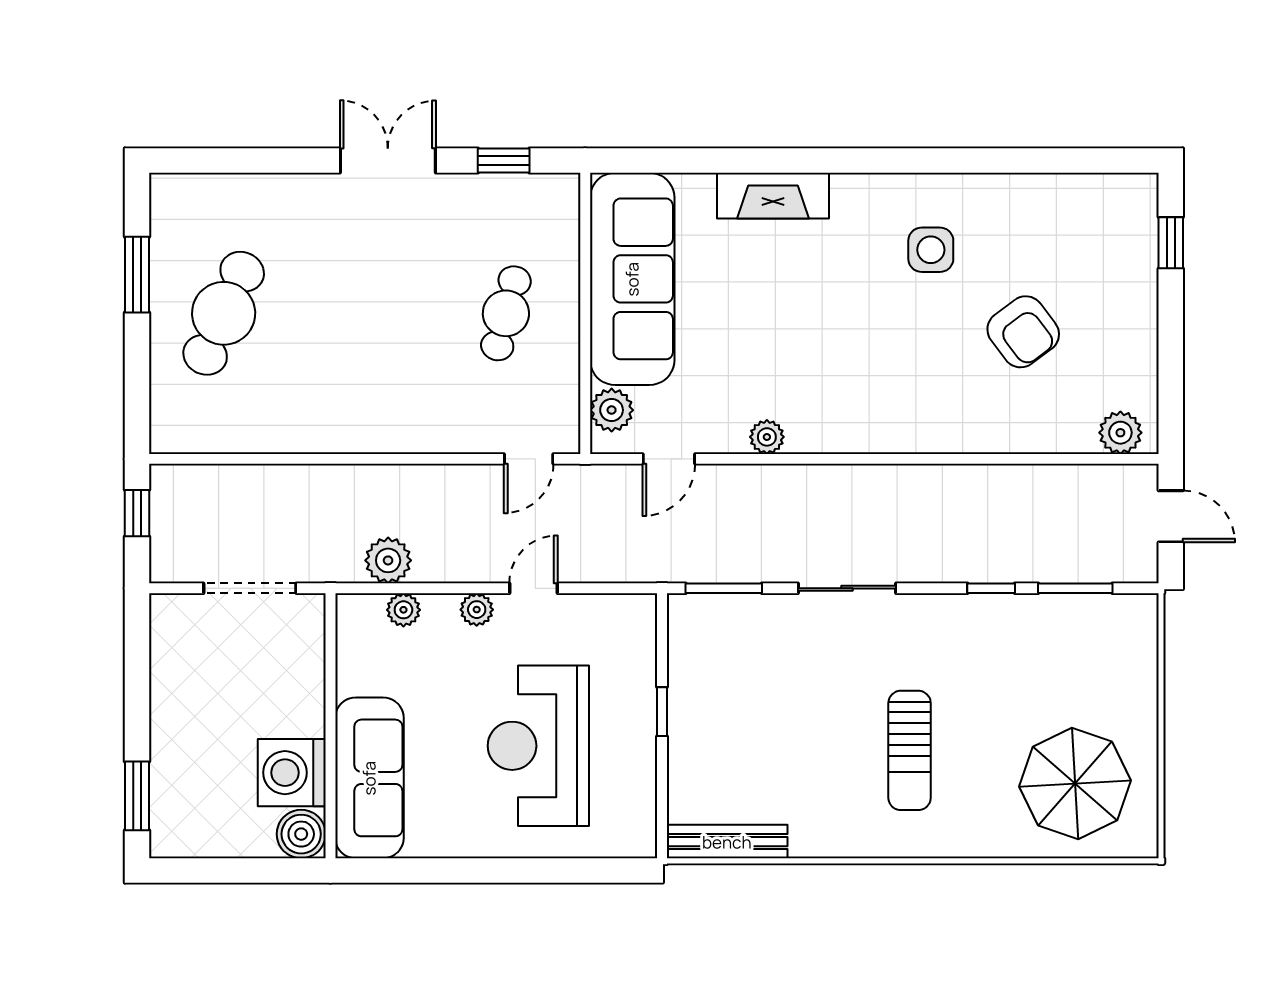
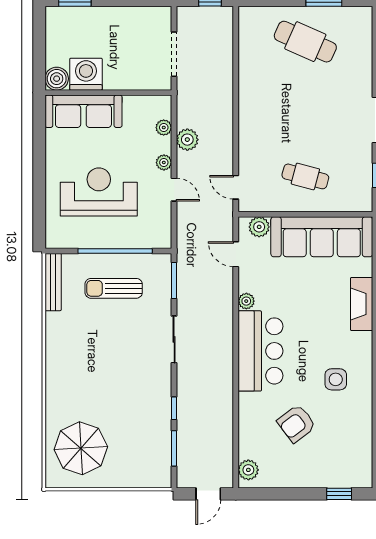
bar counter: (871, 407) -> (260, 351), added
plant: (388, 560) -> (187, 140), moved
window: (662, 712) -> (115, 251), width x3.17
sun lounger: (910, 750) -> (114, 288), moved

